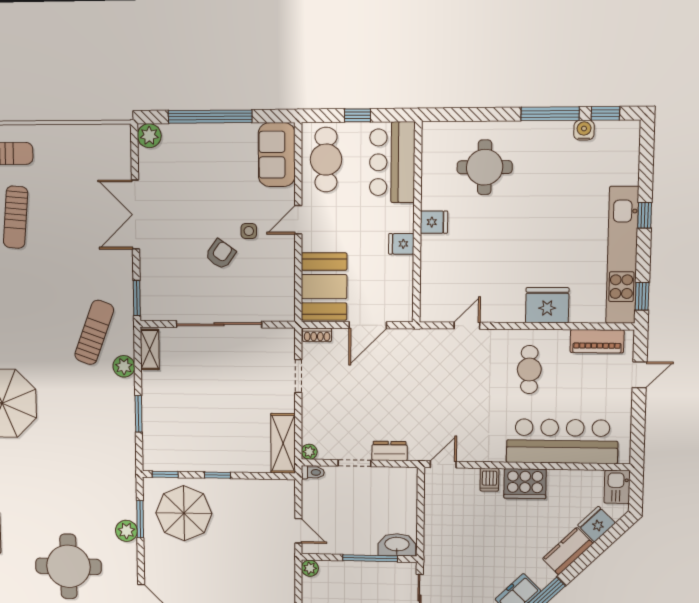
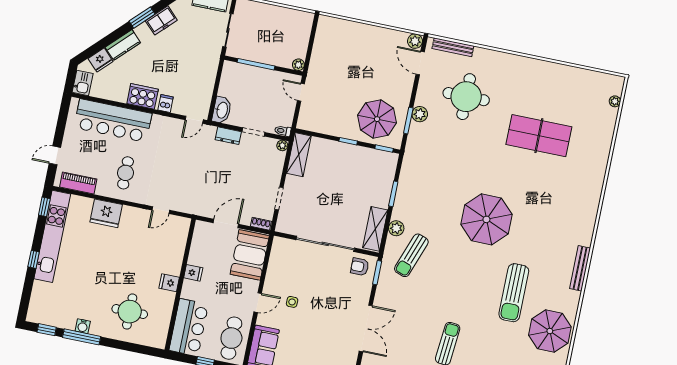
water cooler: (584, 130) -> (83, 326), moved
armchair: (221, 254) -> (360, 267), moved, turned 55
shelving: (150, 349) -> (375, 229), width x1.50, depth x1.33
washbasin: (397, 545) -> (222, 110), moved, turned -90

